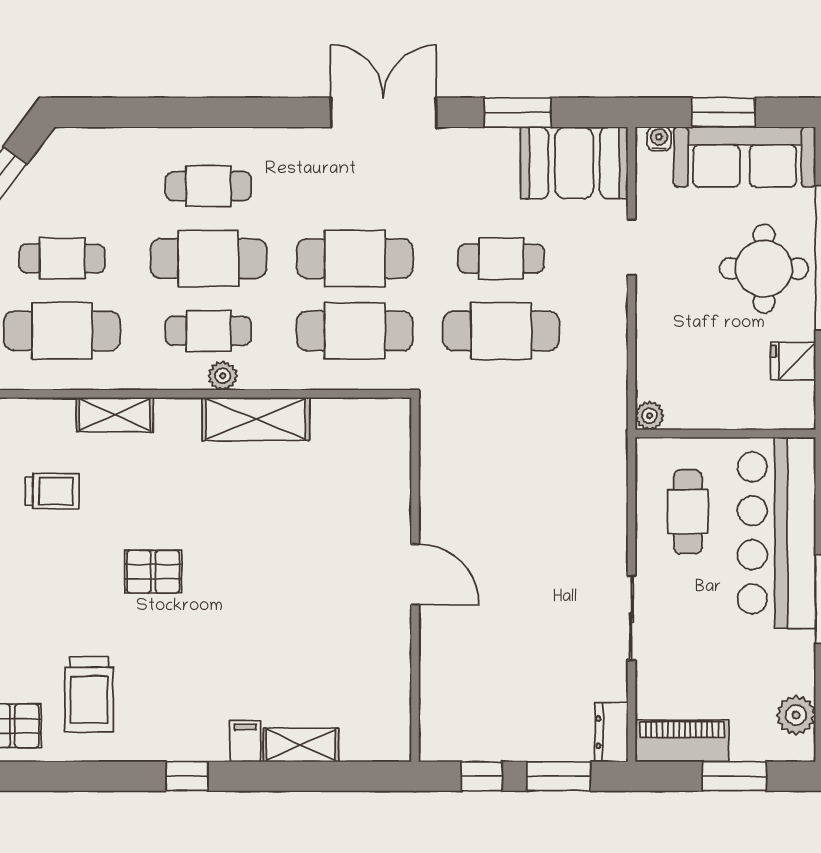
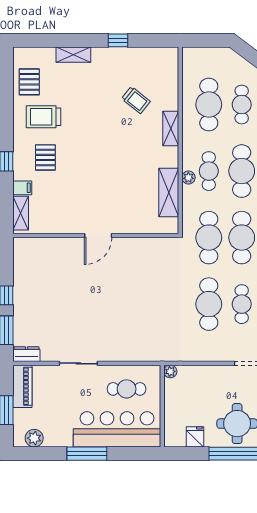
trolley: (52, 491) -> (136, 100), turned -51
pallet: (153, 572) -> (45, 157), moved
door: (415, 574) -> (98, 235), moved
wall: (415, 580) -> (96, 235), moved

